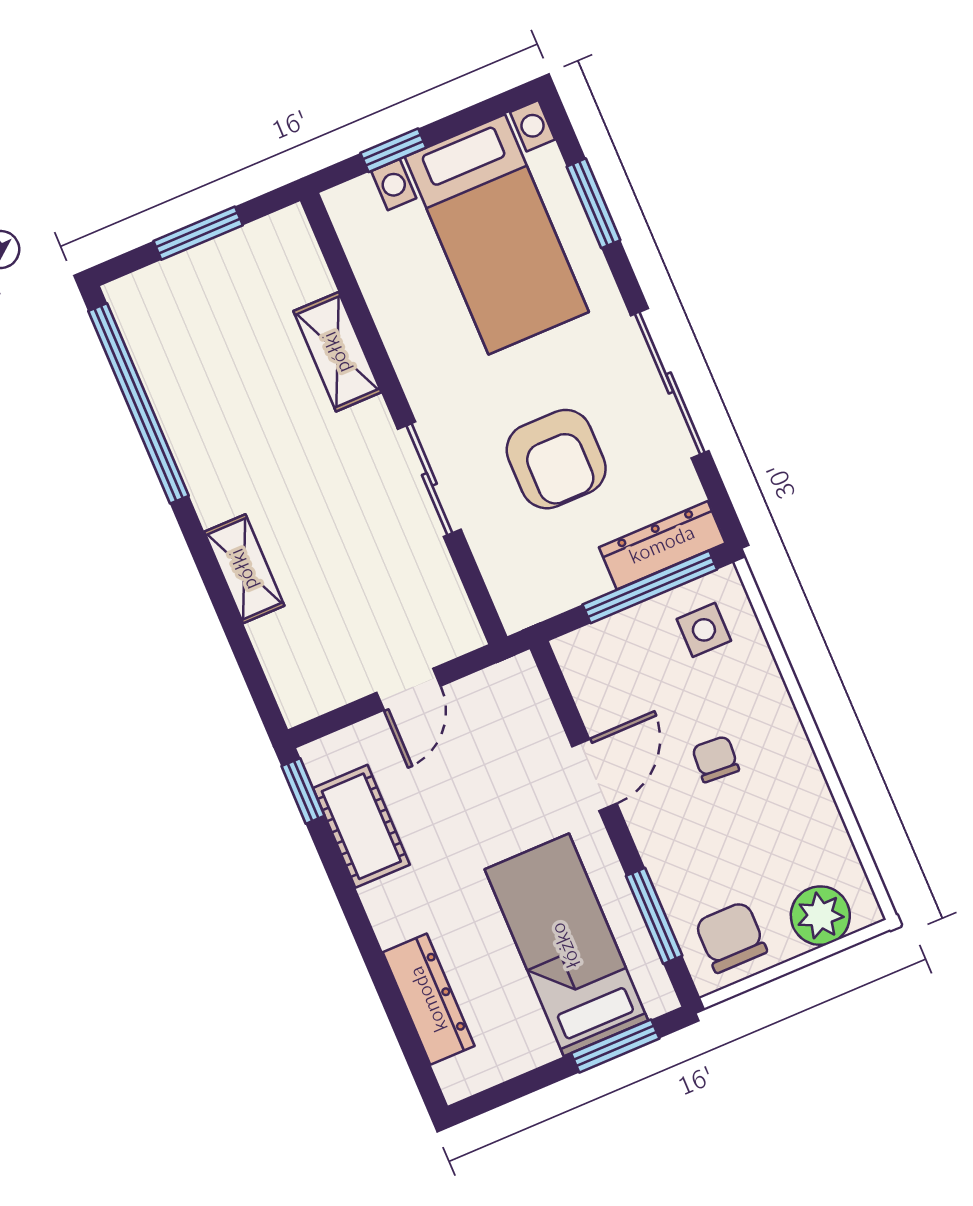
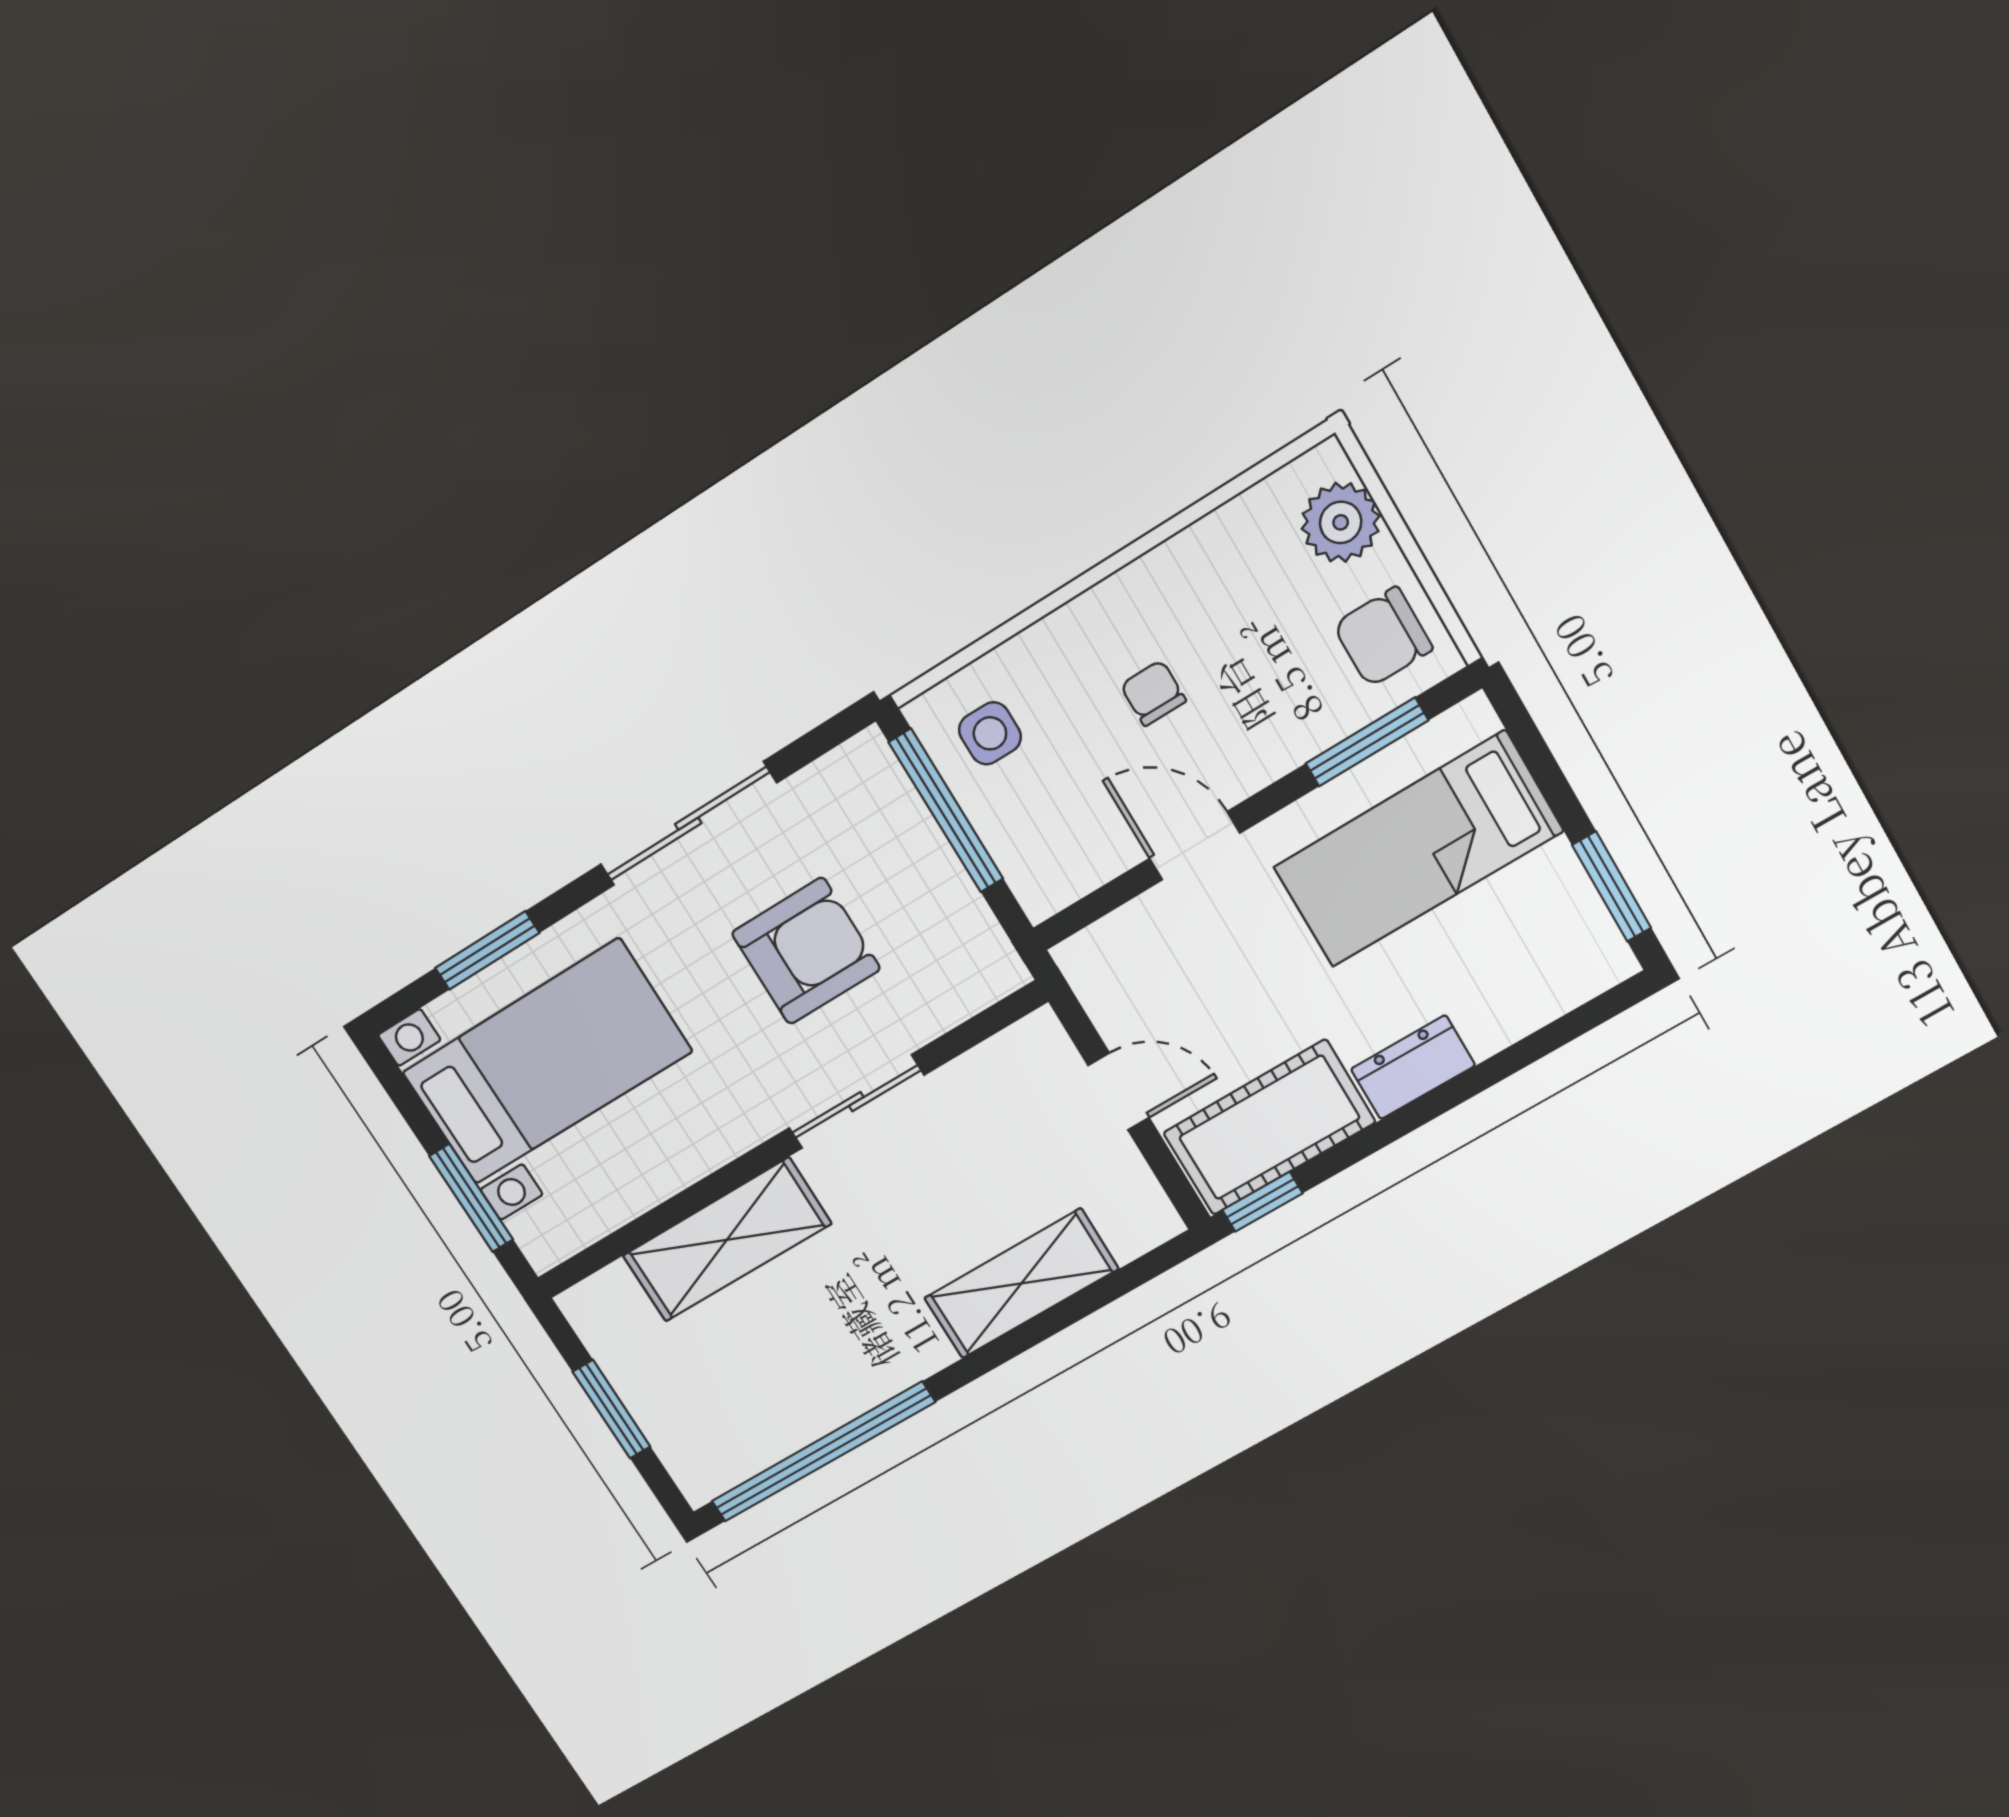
window: (393, 150) -> (471, 1198), width x1.50
shelving: (337, 352) -> (727, 1240), width x1.50, depth x1.33
dresser: (662, 545) -> (891, 803), removed
shelving: (244, 569) -> (1021, 1284), width x1.50, depth x1.33
chair: (716, 759) -> (1153, 693), turned 86
cot: (361, 826) -> (1269, 1128), width x1.37, depth x1.34
dresser: (429, 999) -> (1413, 1067), moved, width x0.70
window: (615, 1046) -> (1612, 886), moved

